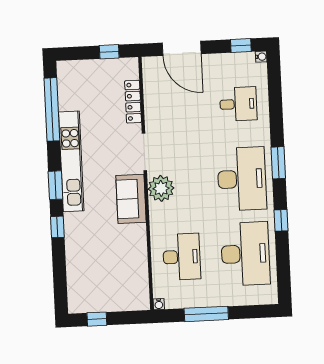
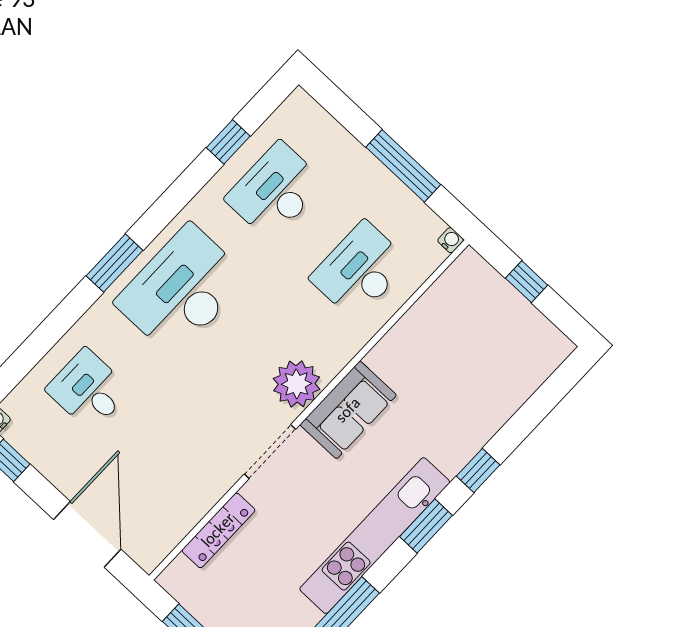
window: (281, 220) -> (228, 142), moved
desk: (245, 254) -> (275, 191), width x0.73, depth x0.77
window: (97, 319) -> (527, 282), moved

